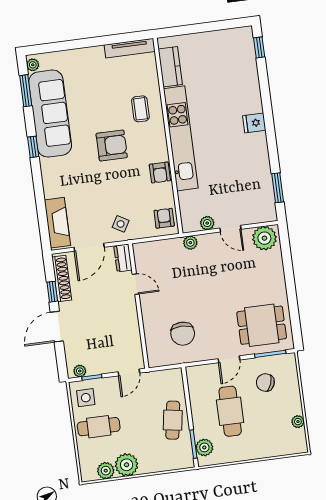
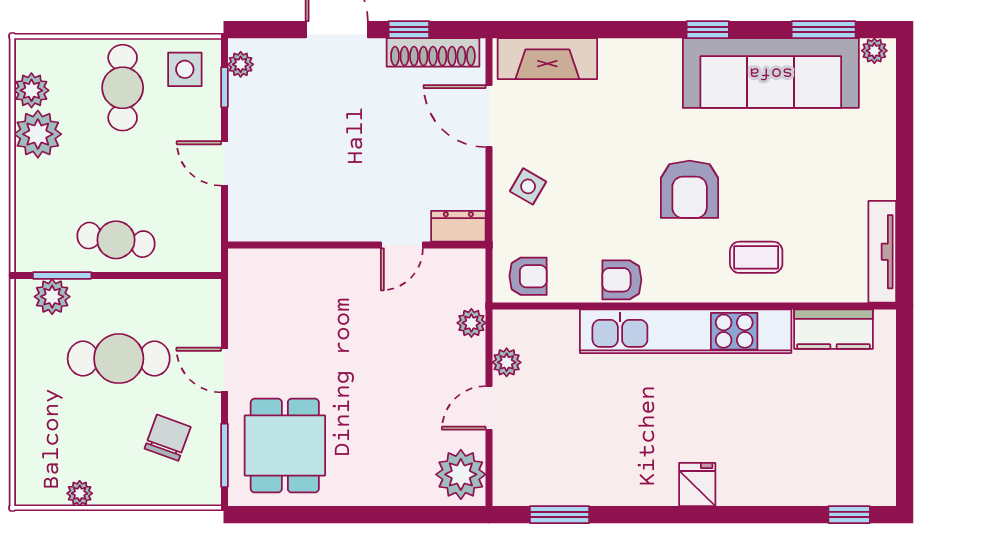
dresser: (123, 258) -> (458, 226), moved
door: (136, 284) -> (402, 245), moved
wall: (139, 306) -> (357, 245), moved
chair: (183, 334) -> (289, 283), removed

